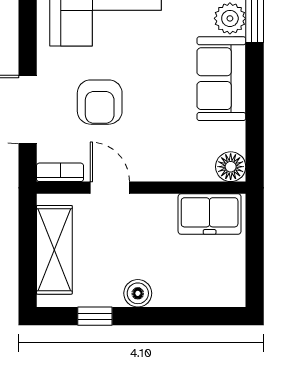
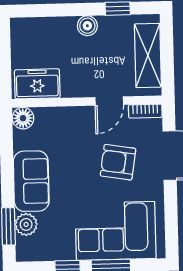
armchair: (100, 102) -> (118, 162), turned -81
door: (110, 188) -> (109, 101), hinge flipped

